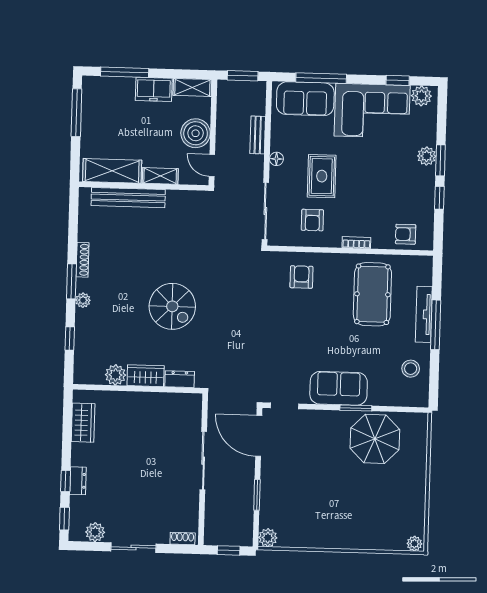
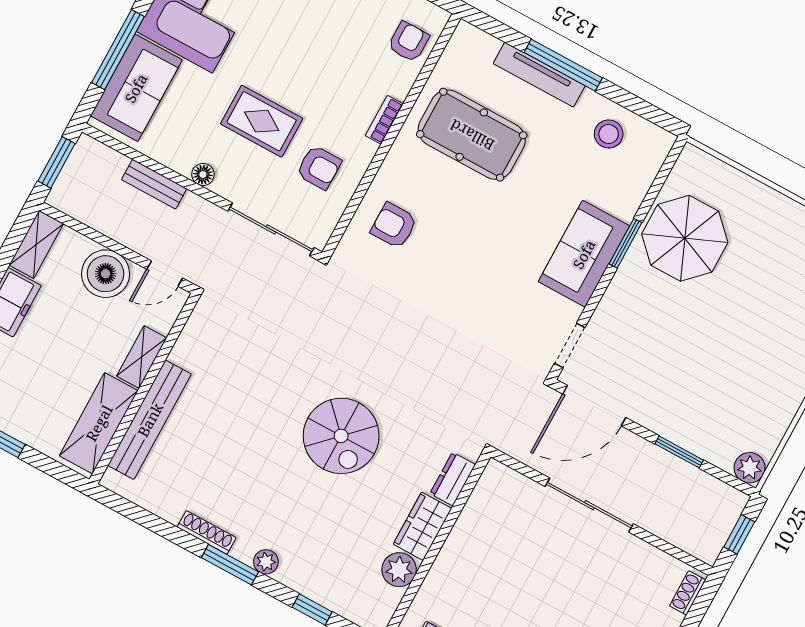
armchair: (406, 234) -> (409, 42), turned 180
spiral stairs: (172, 306) -> (341, 436), turned 90

